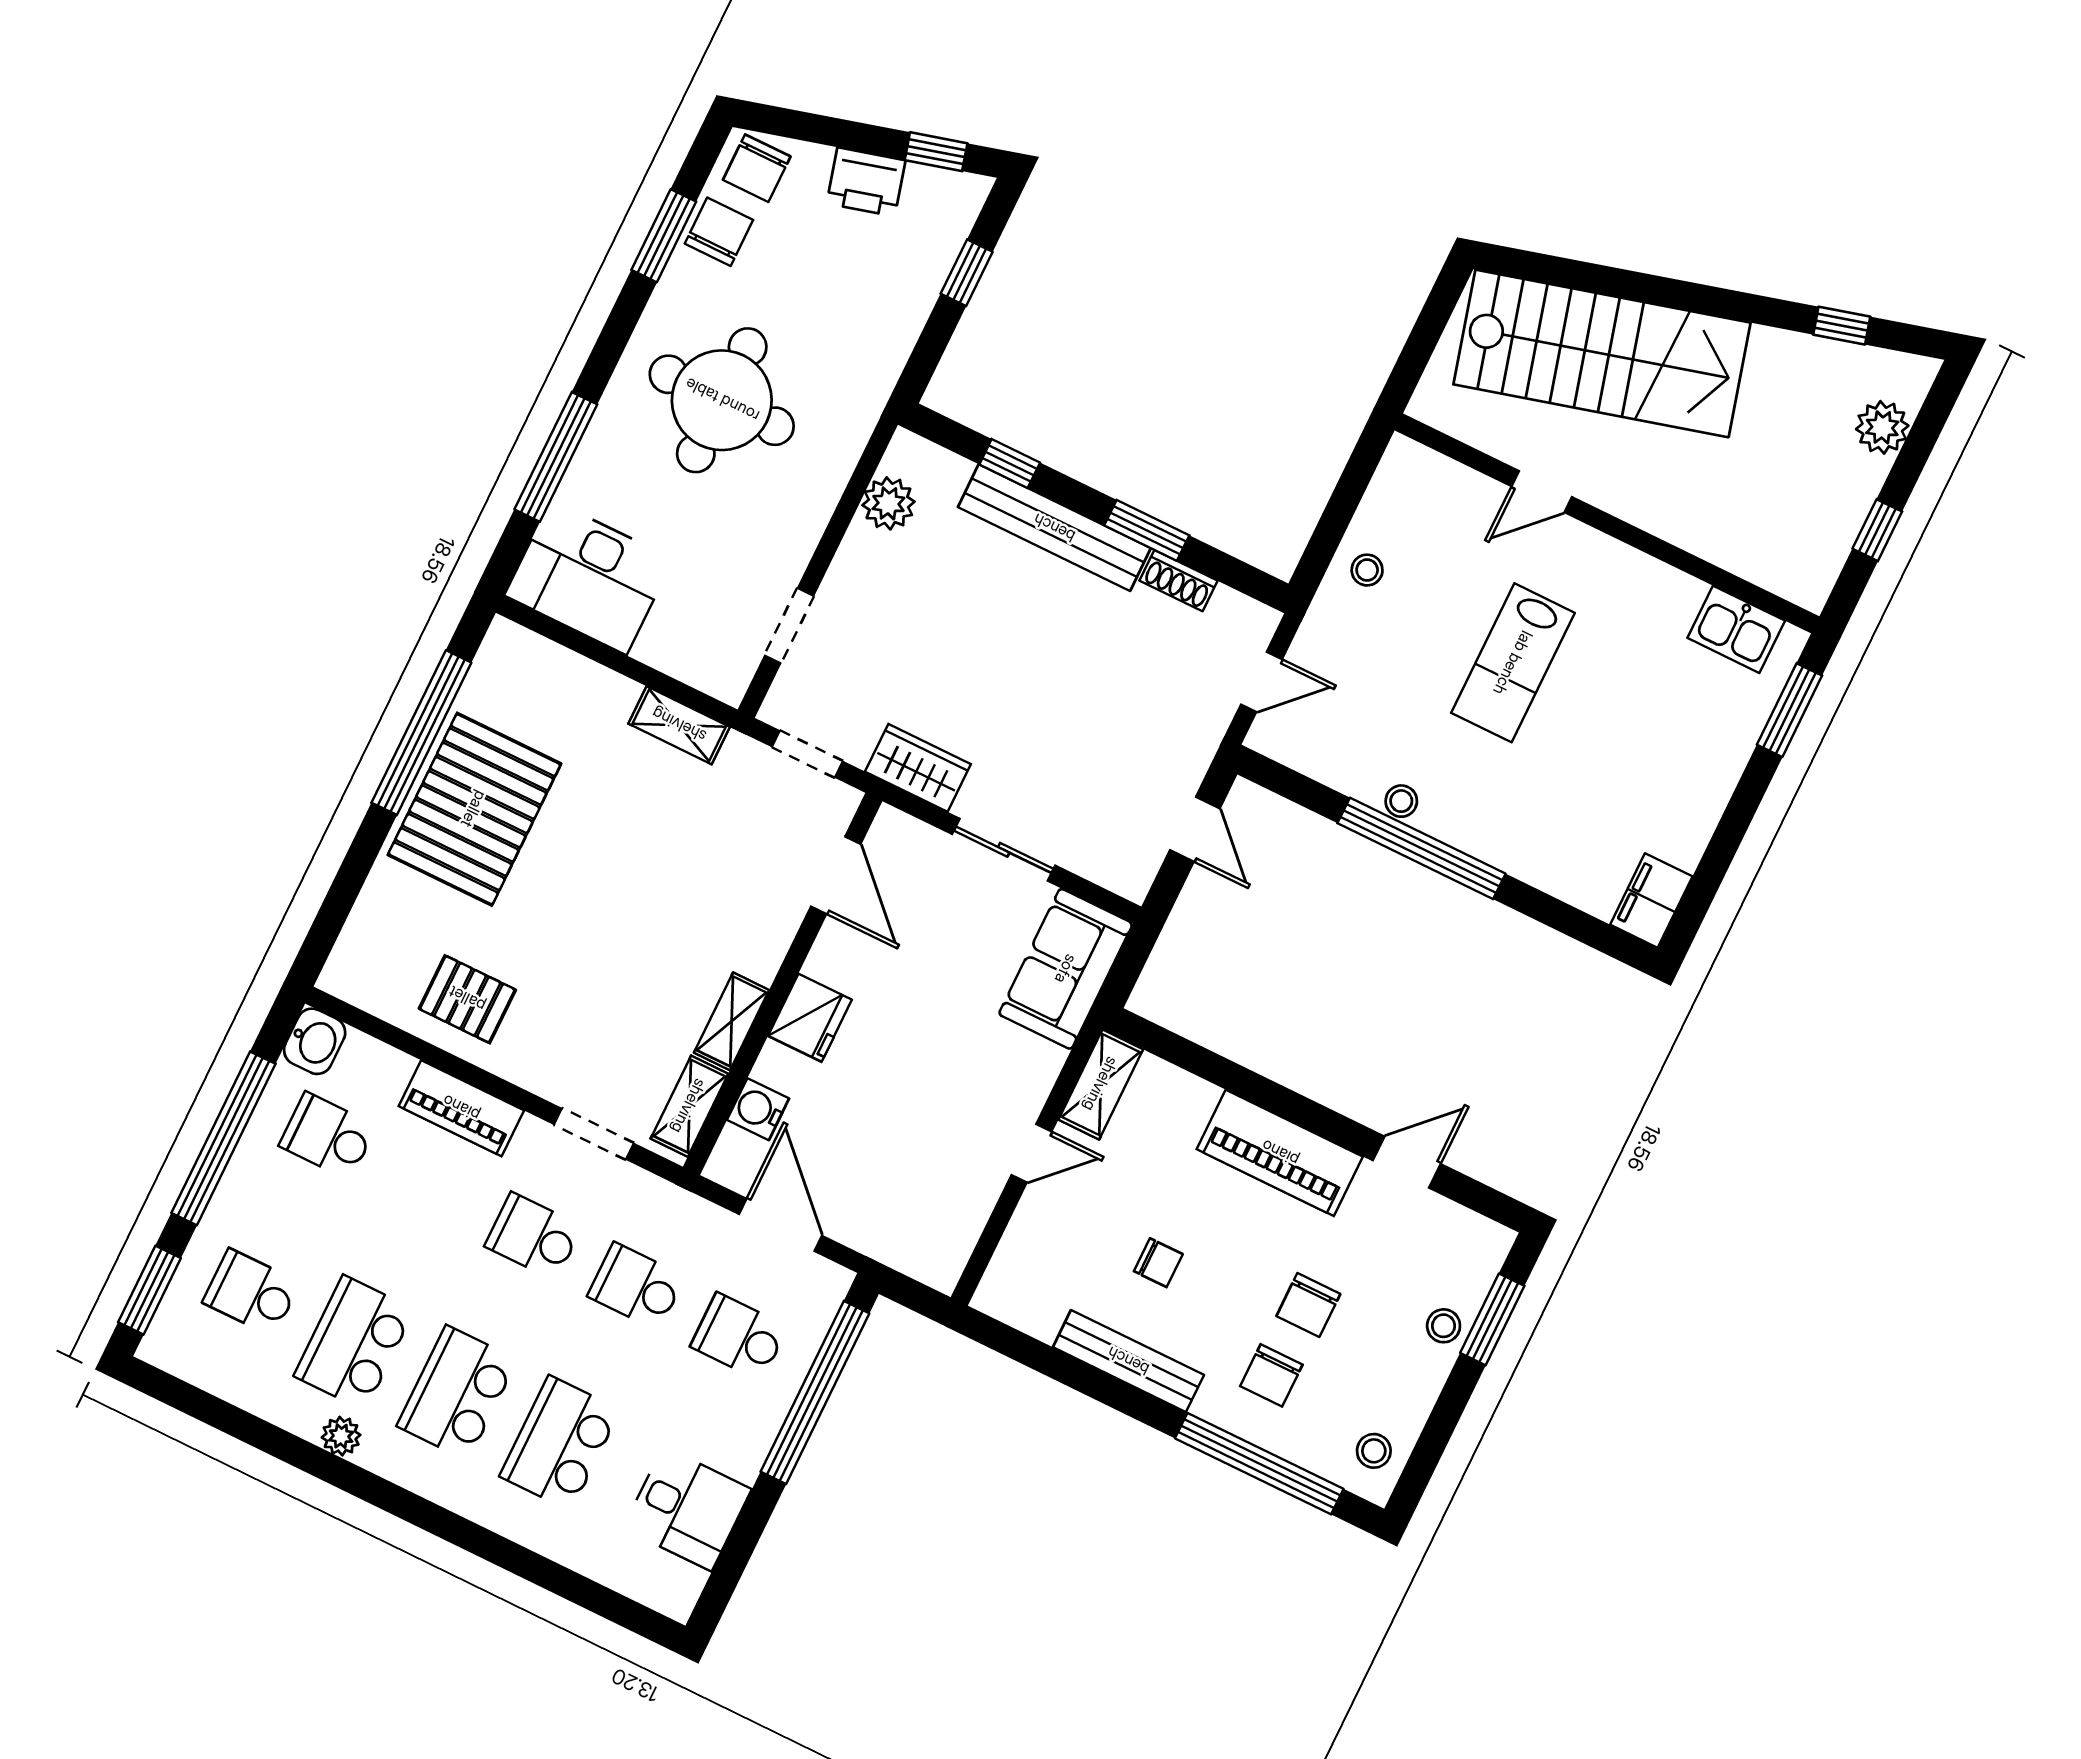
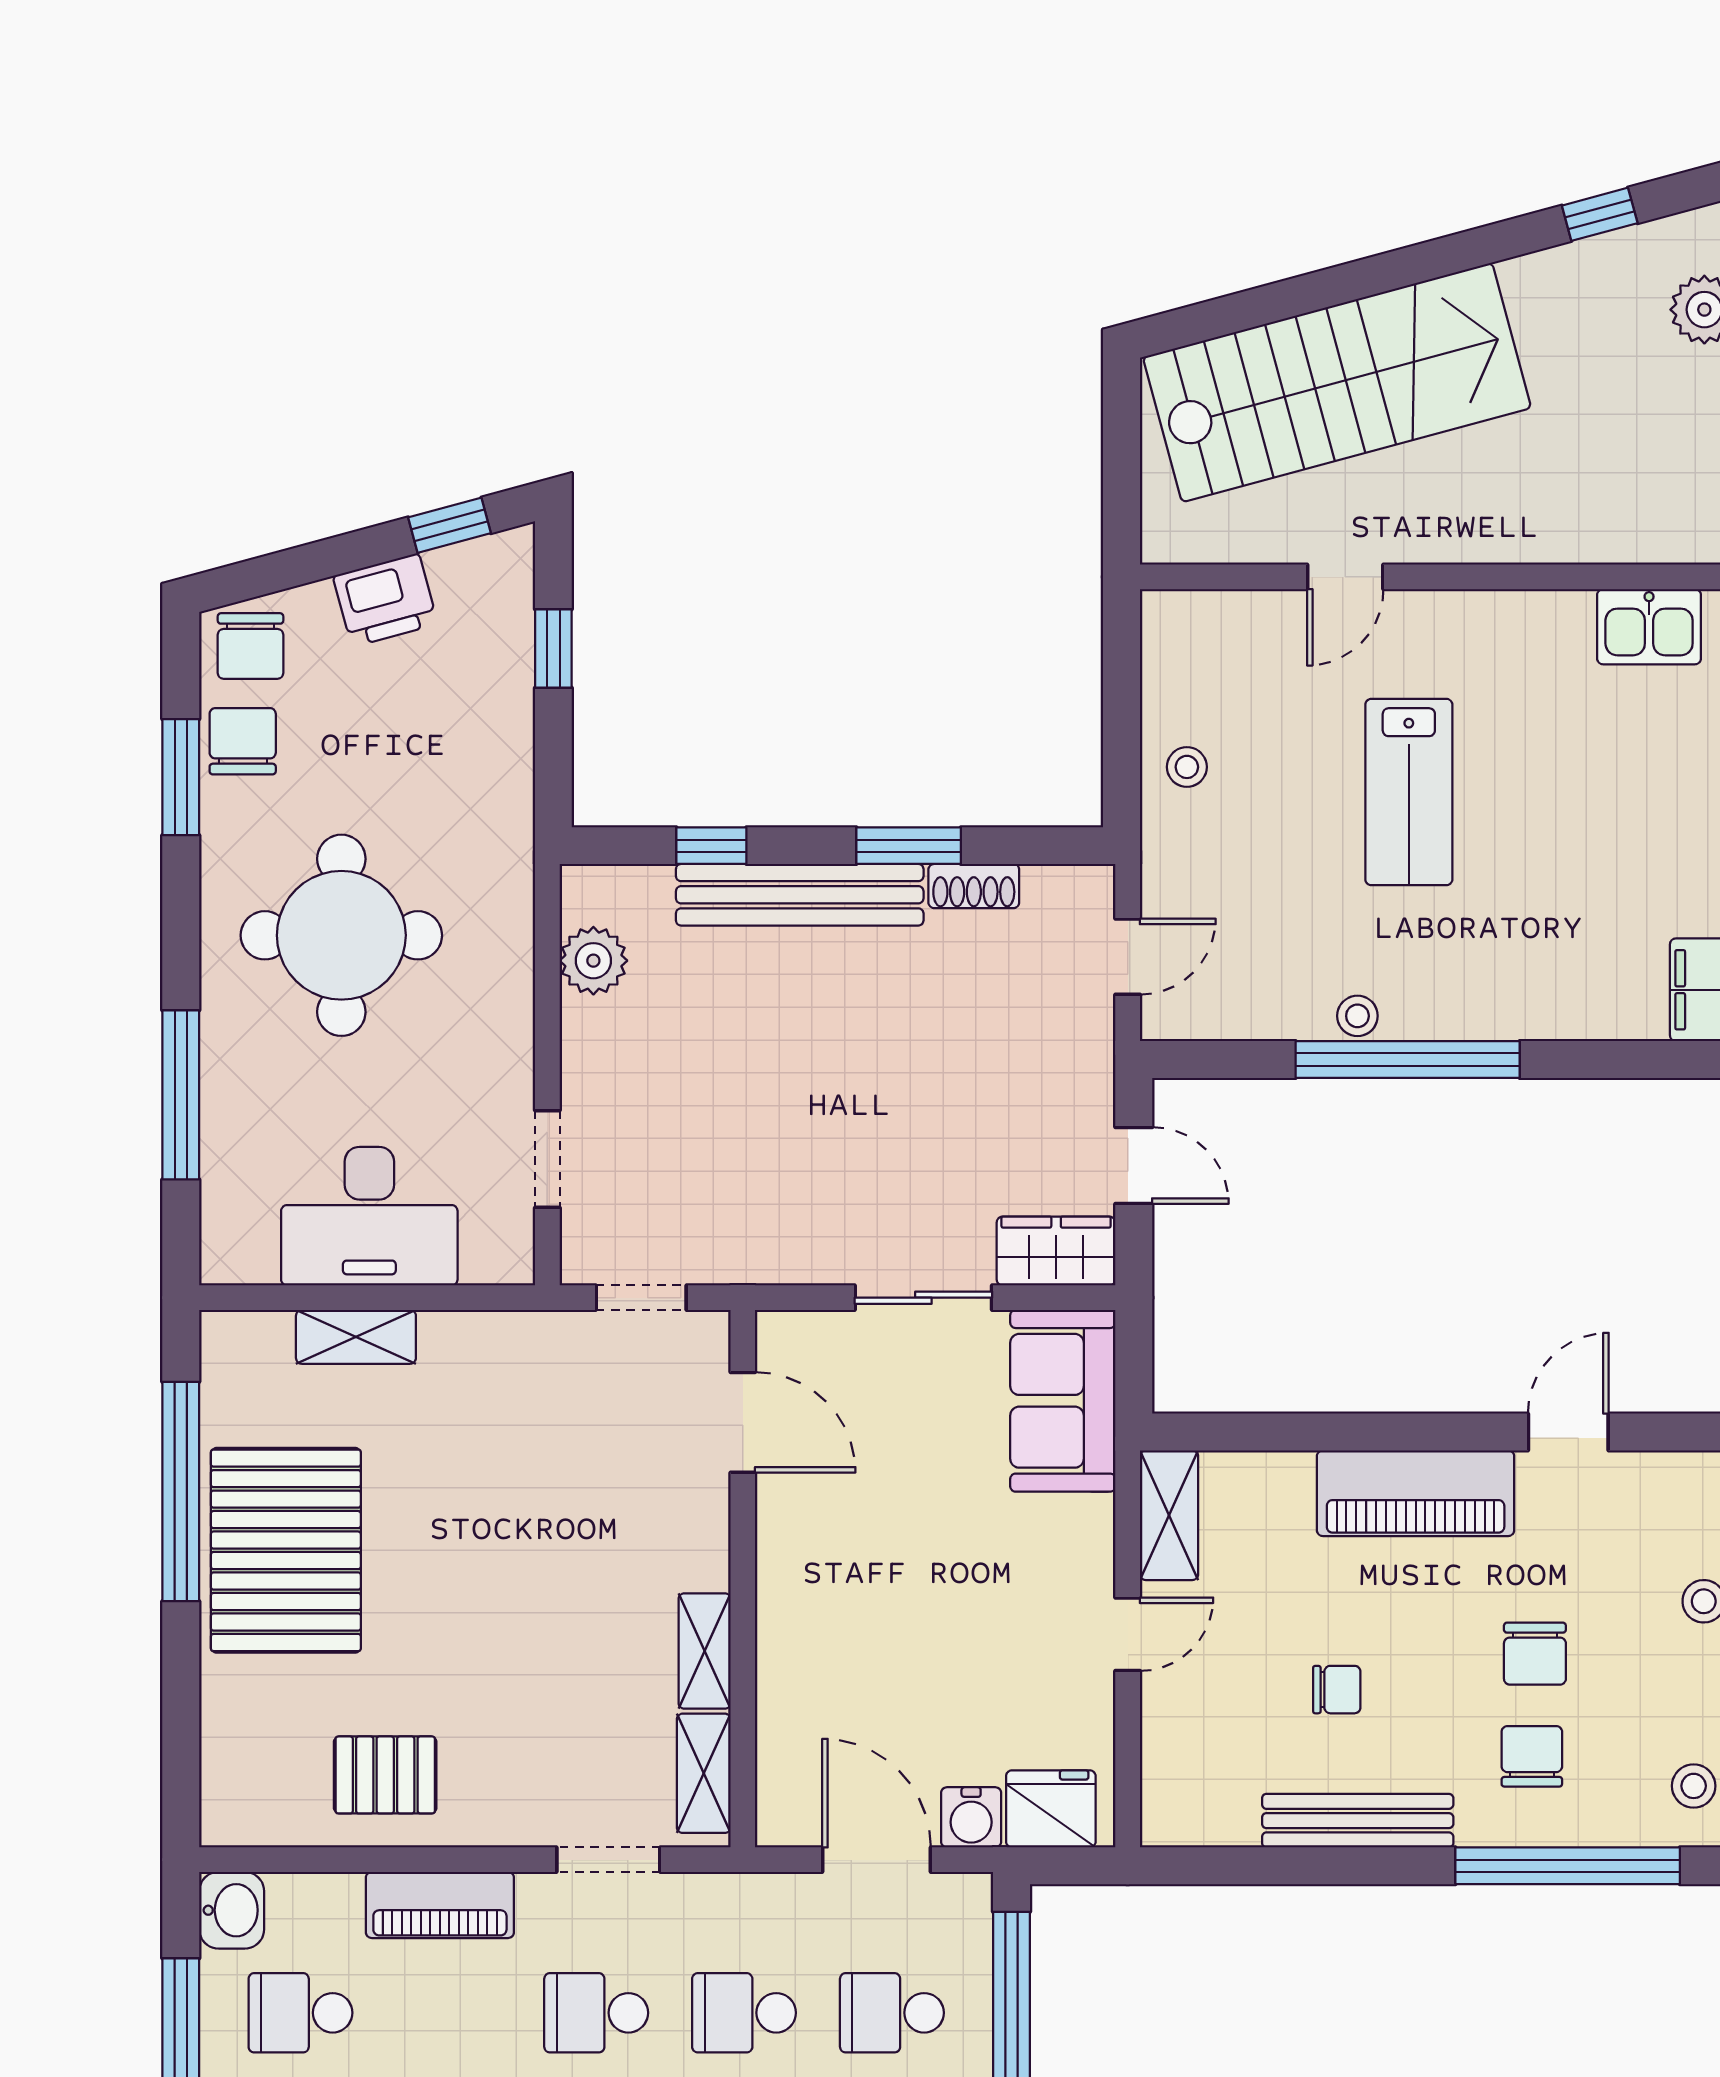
desk: (589, 577) -> (369, 1216), moved
shelving: (679, 725) -> (356, 1337), moved
wardrobe: (918, 768) -> (1056, 1251), moved
fridge: (810, 1018) -> (1051, 1809), moved, turned -90
water cooler: (758, 1109) -> (971, 1817), moved, turned -90
chair: (1271, 1375) -> (1532, 1756), turned 180

